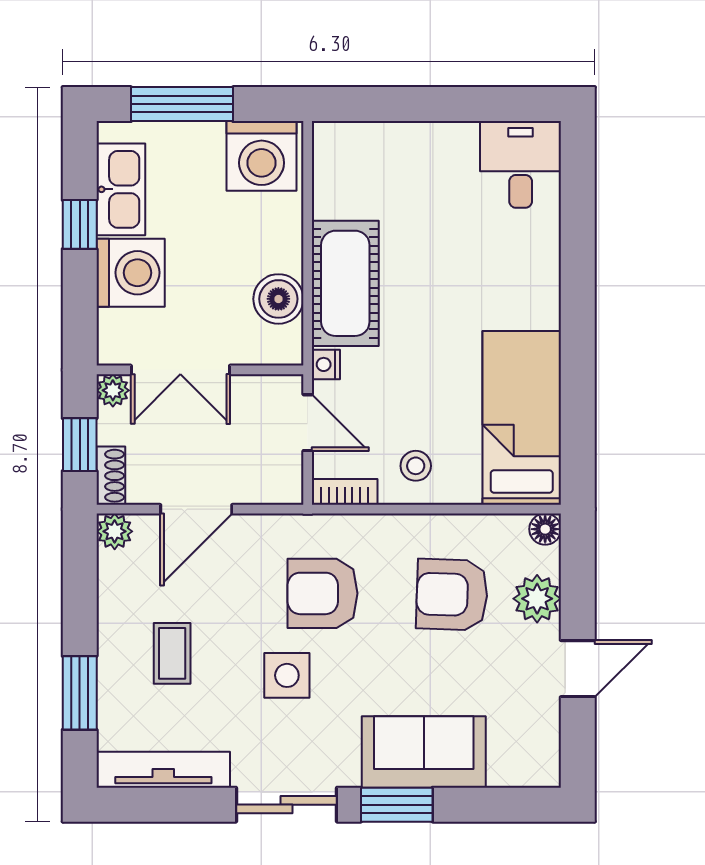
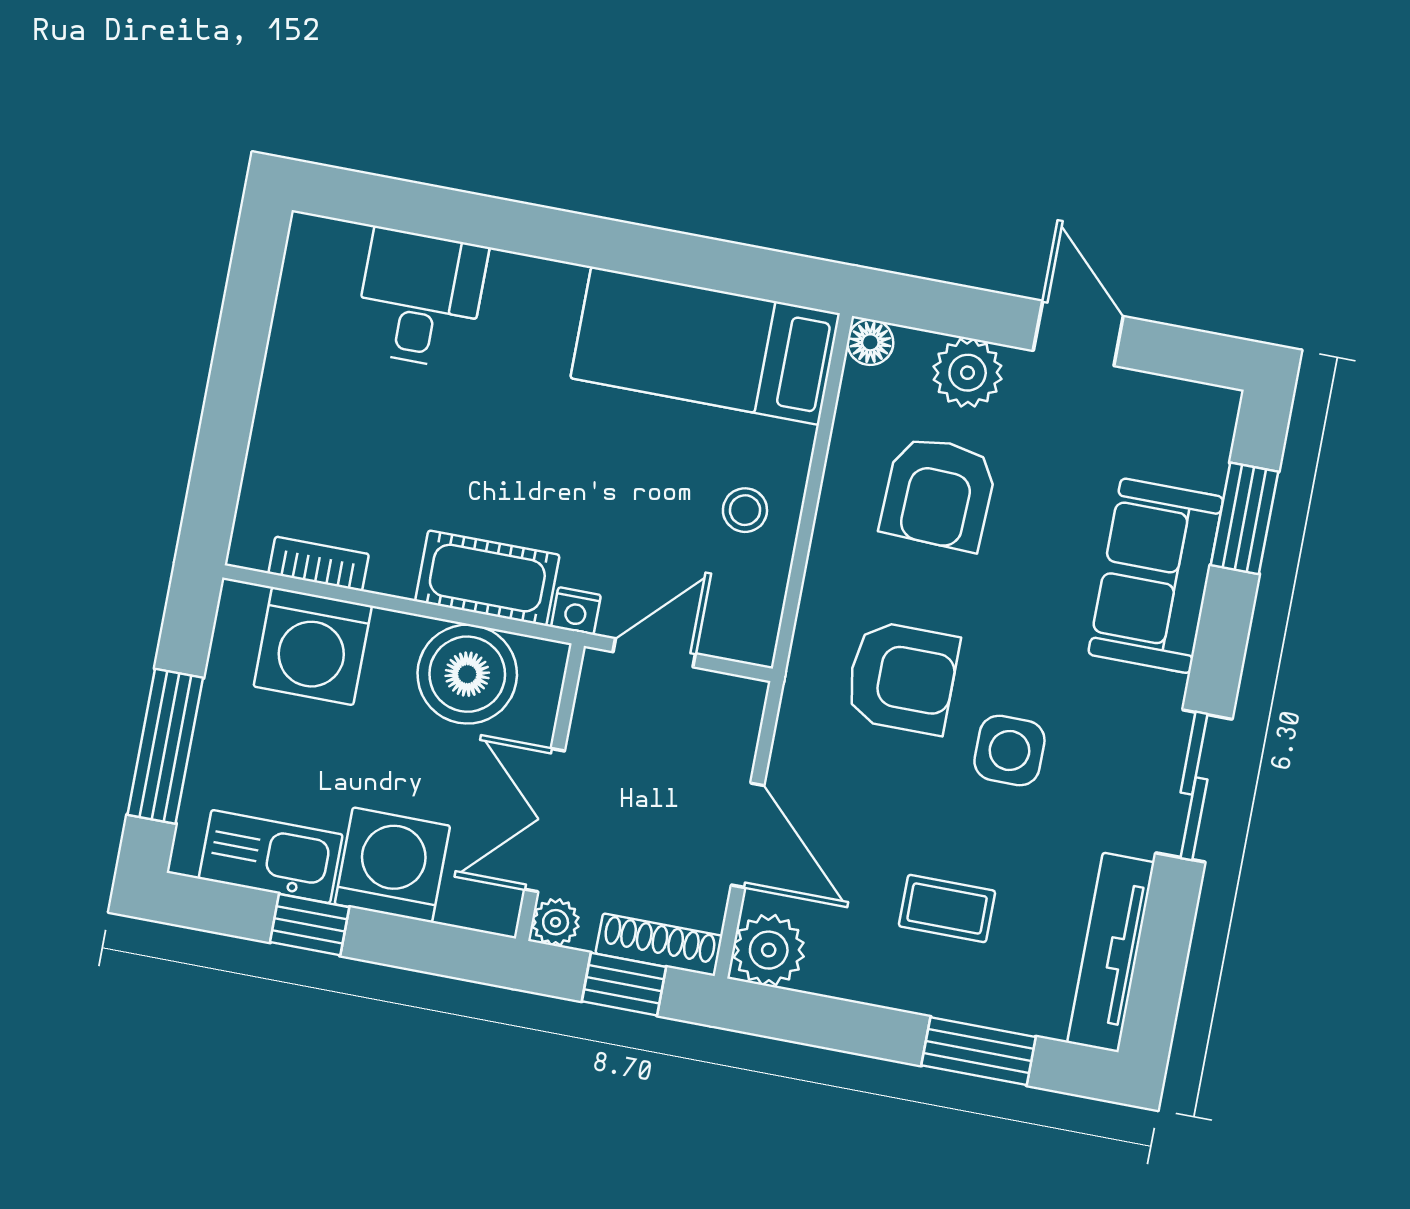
washing machine: (262, 156) -> (313, 646), moved, turned 90
desk: (521, 164) -> (420, 298), moved, turned 90
cot: (345, 283) -> (487, 578), width x0.73, depth x0.75
boiler: (278, 299) -> (467, 674), width x1.37, depth x1.37
double door: (180, 370) -> (545, 820), swing flipped
shoe rack: (111, 476) -> (659, 945), width x1.43
bookcase: (345, 492) -> (319, 564), moved, turned 90
plant: (115, 531) -> (769, 950), width x1.38, depth x1.38
armchair: (322, 593) -> (902, 678), turned -90
window: (397, 805) -> (1245, 518), moved

